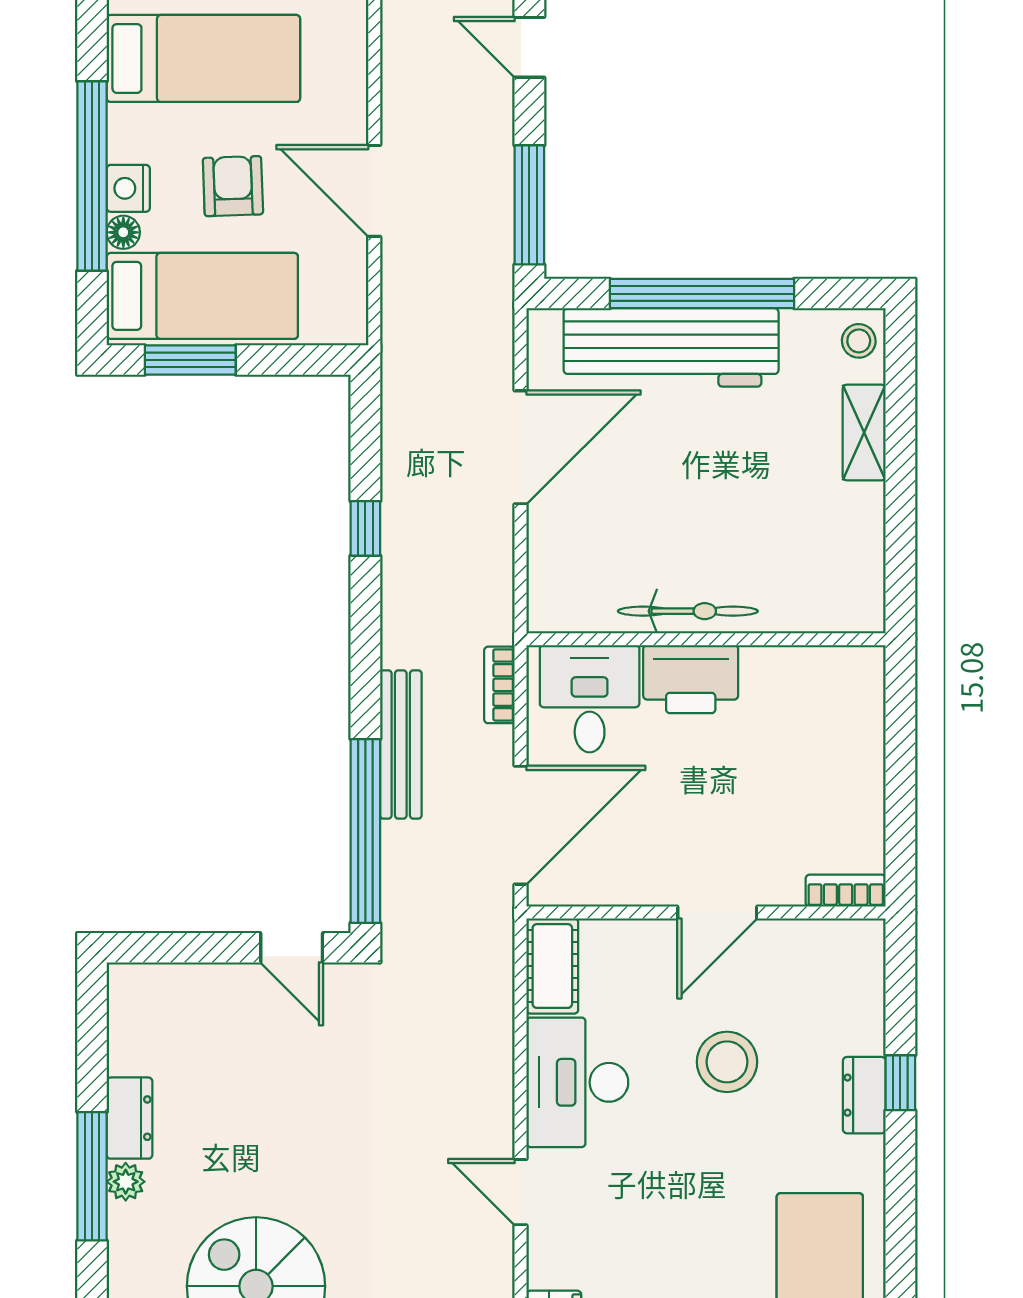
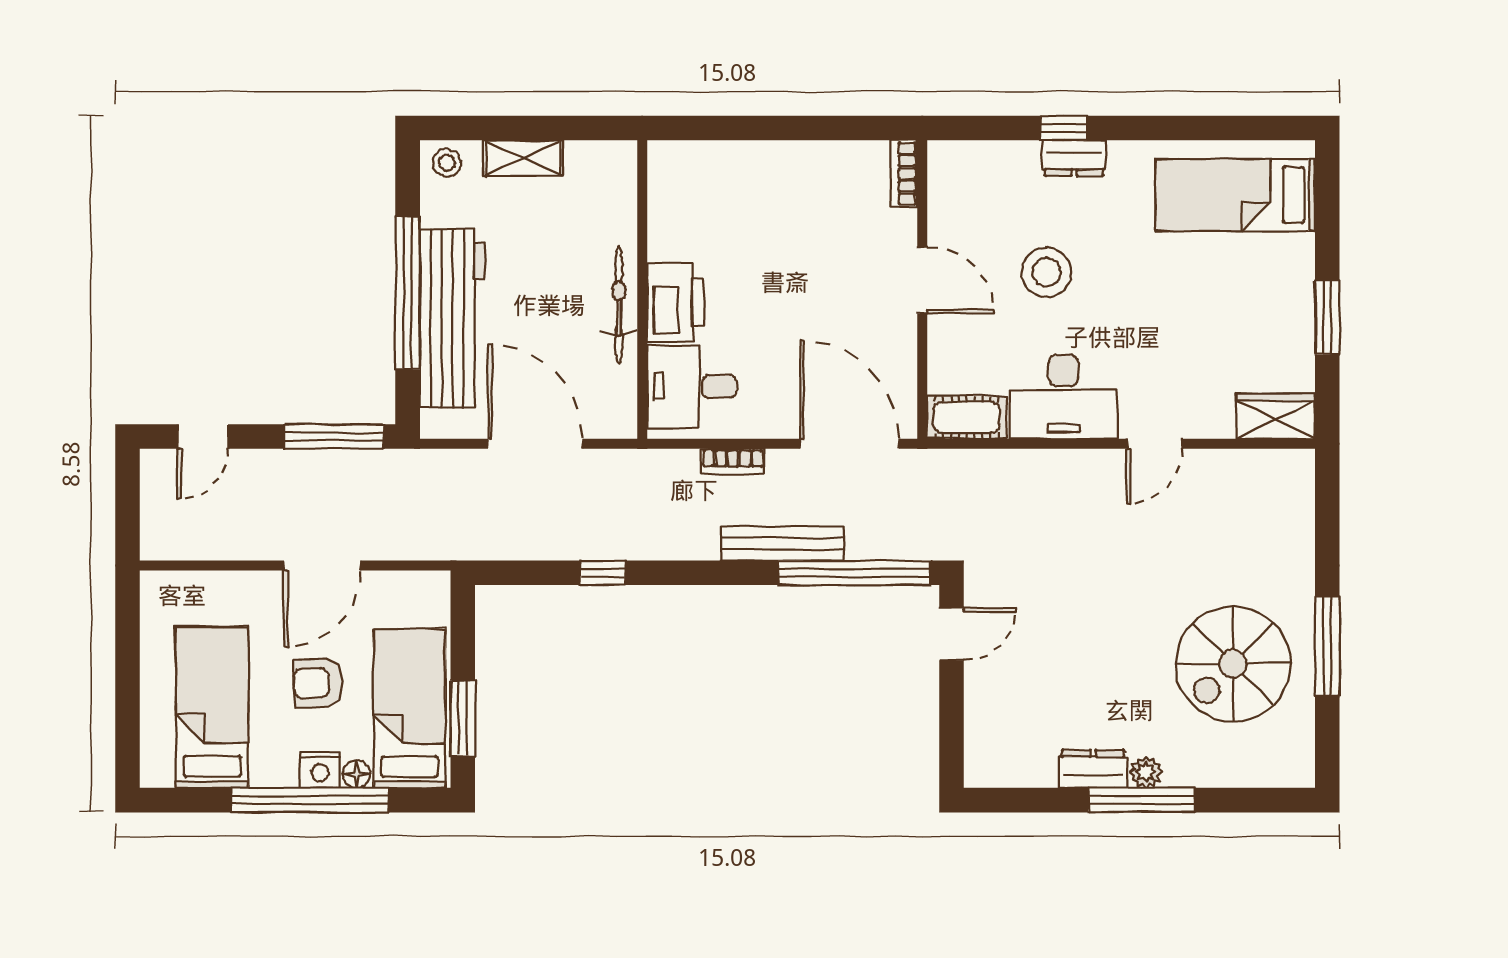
bicycle: (688, 611) -> (619, 305), moved
wall: (706, 639) -> (642, 290), moved
printer: (691, 679) -> (675, 302), moved
desk: (590, 699) -> (692, 386), moved

